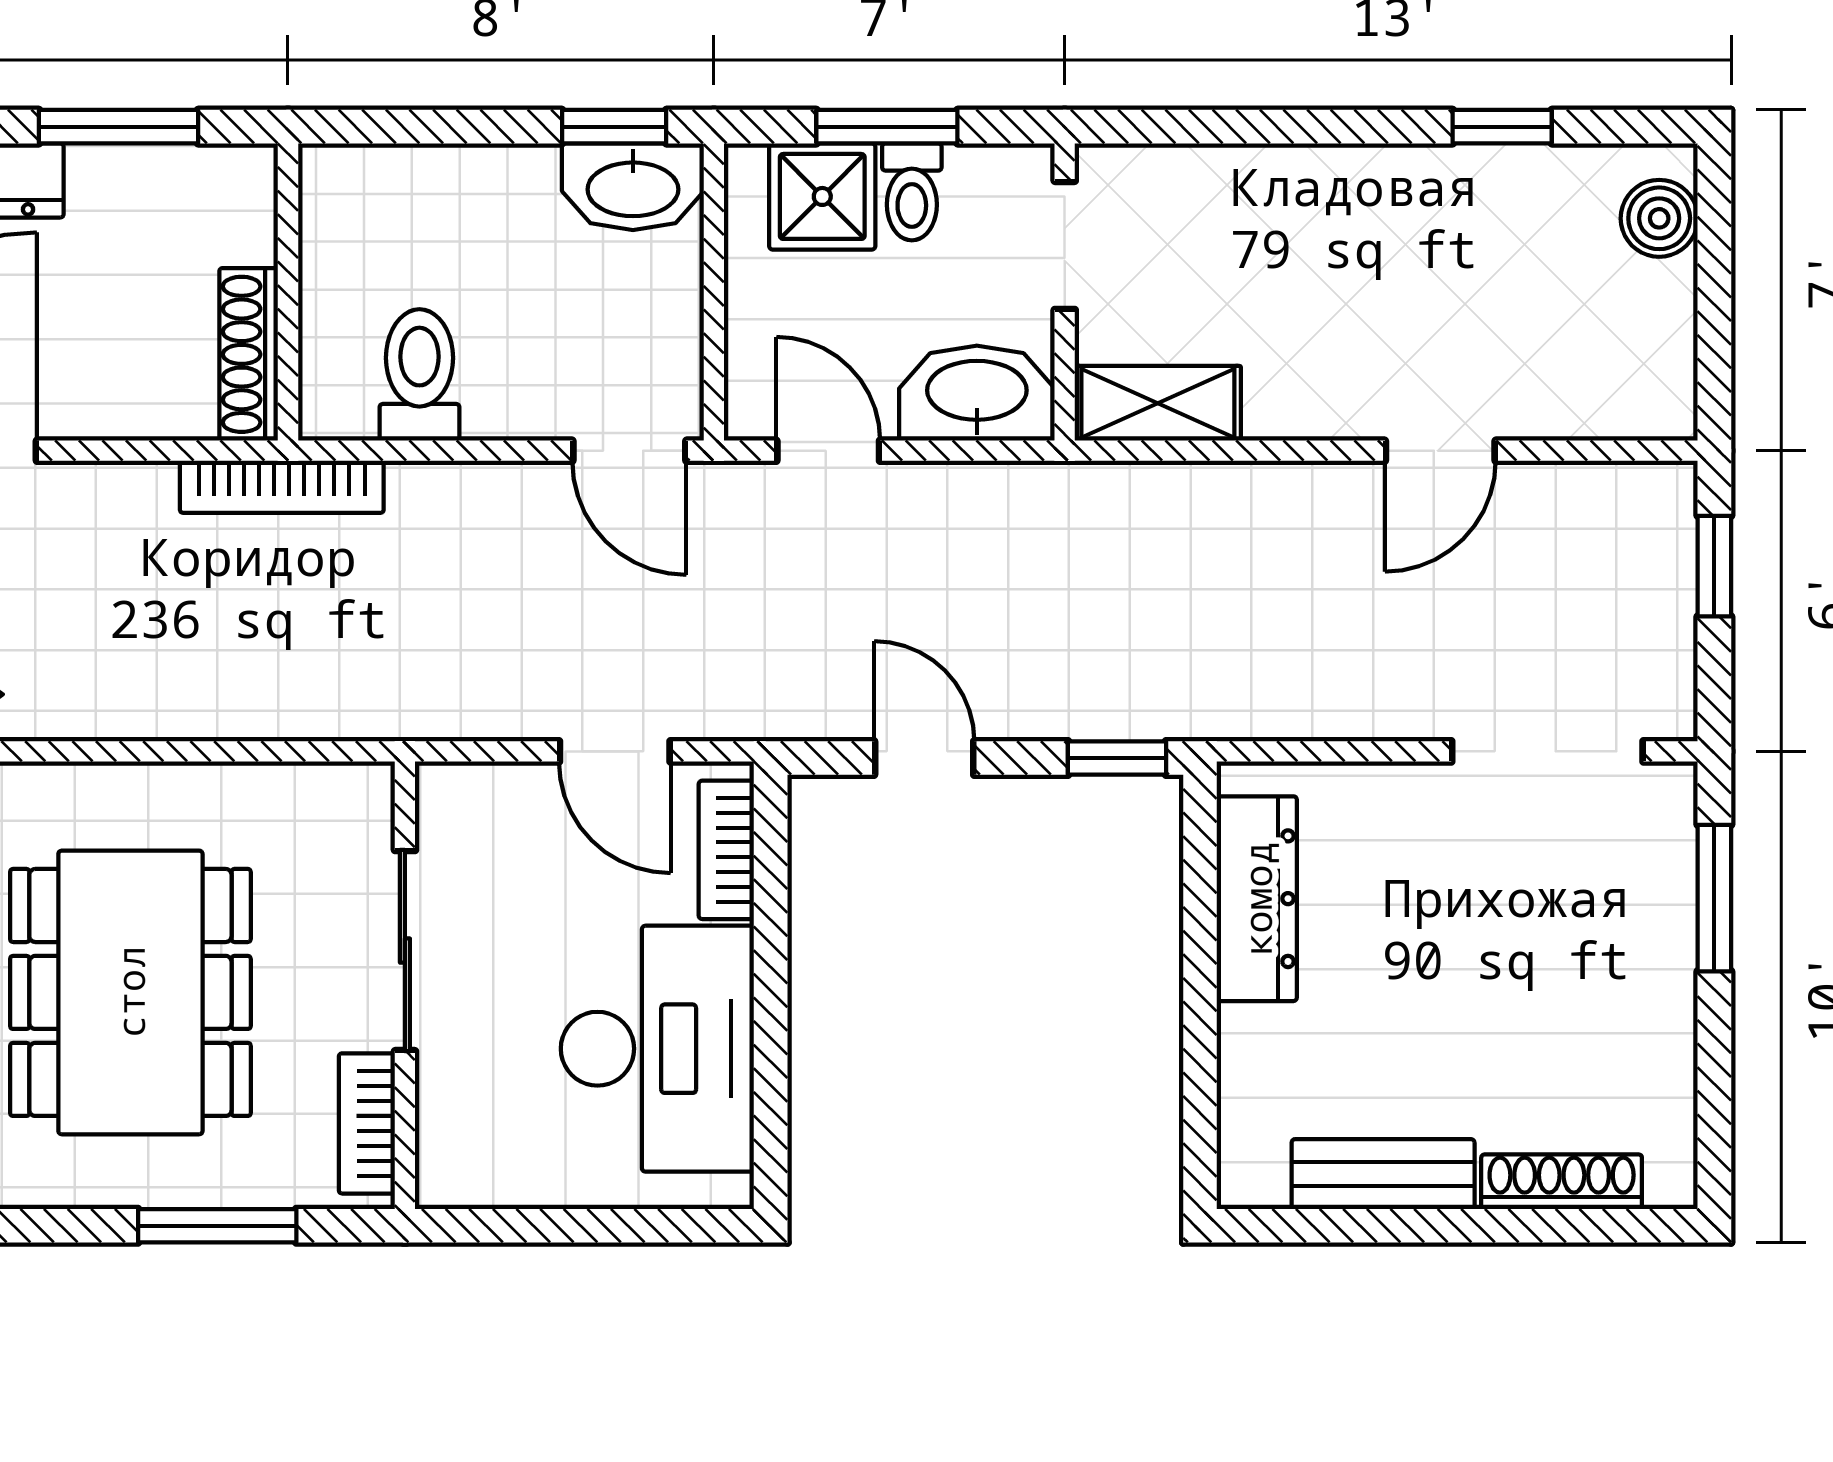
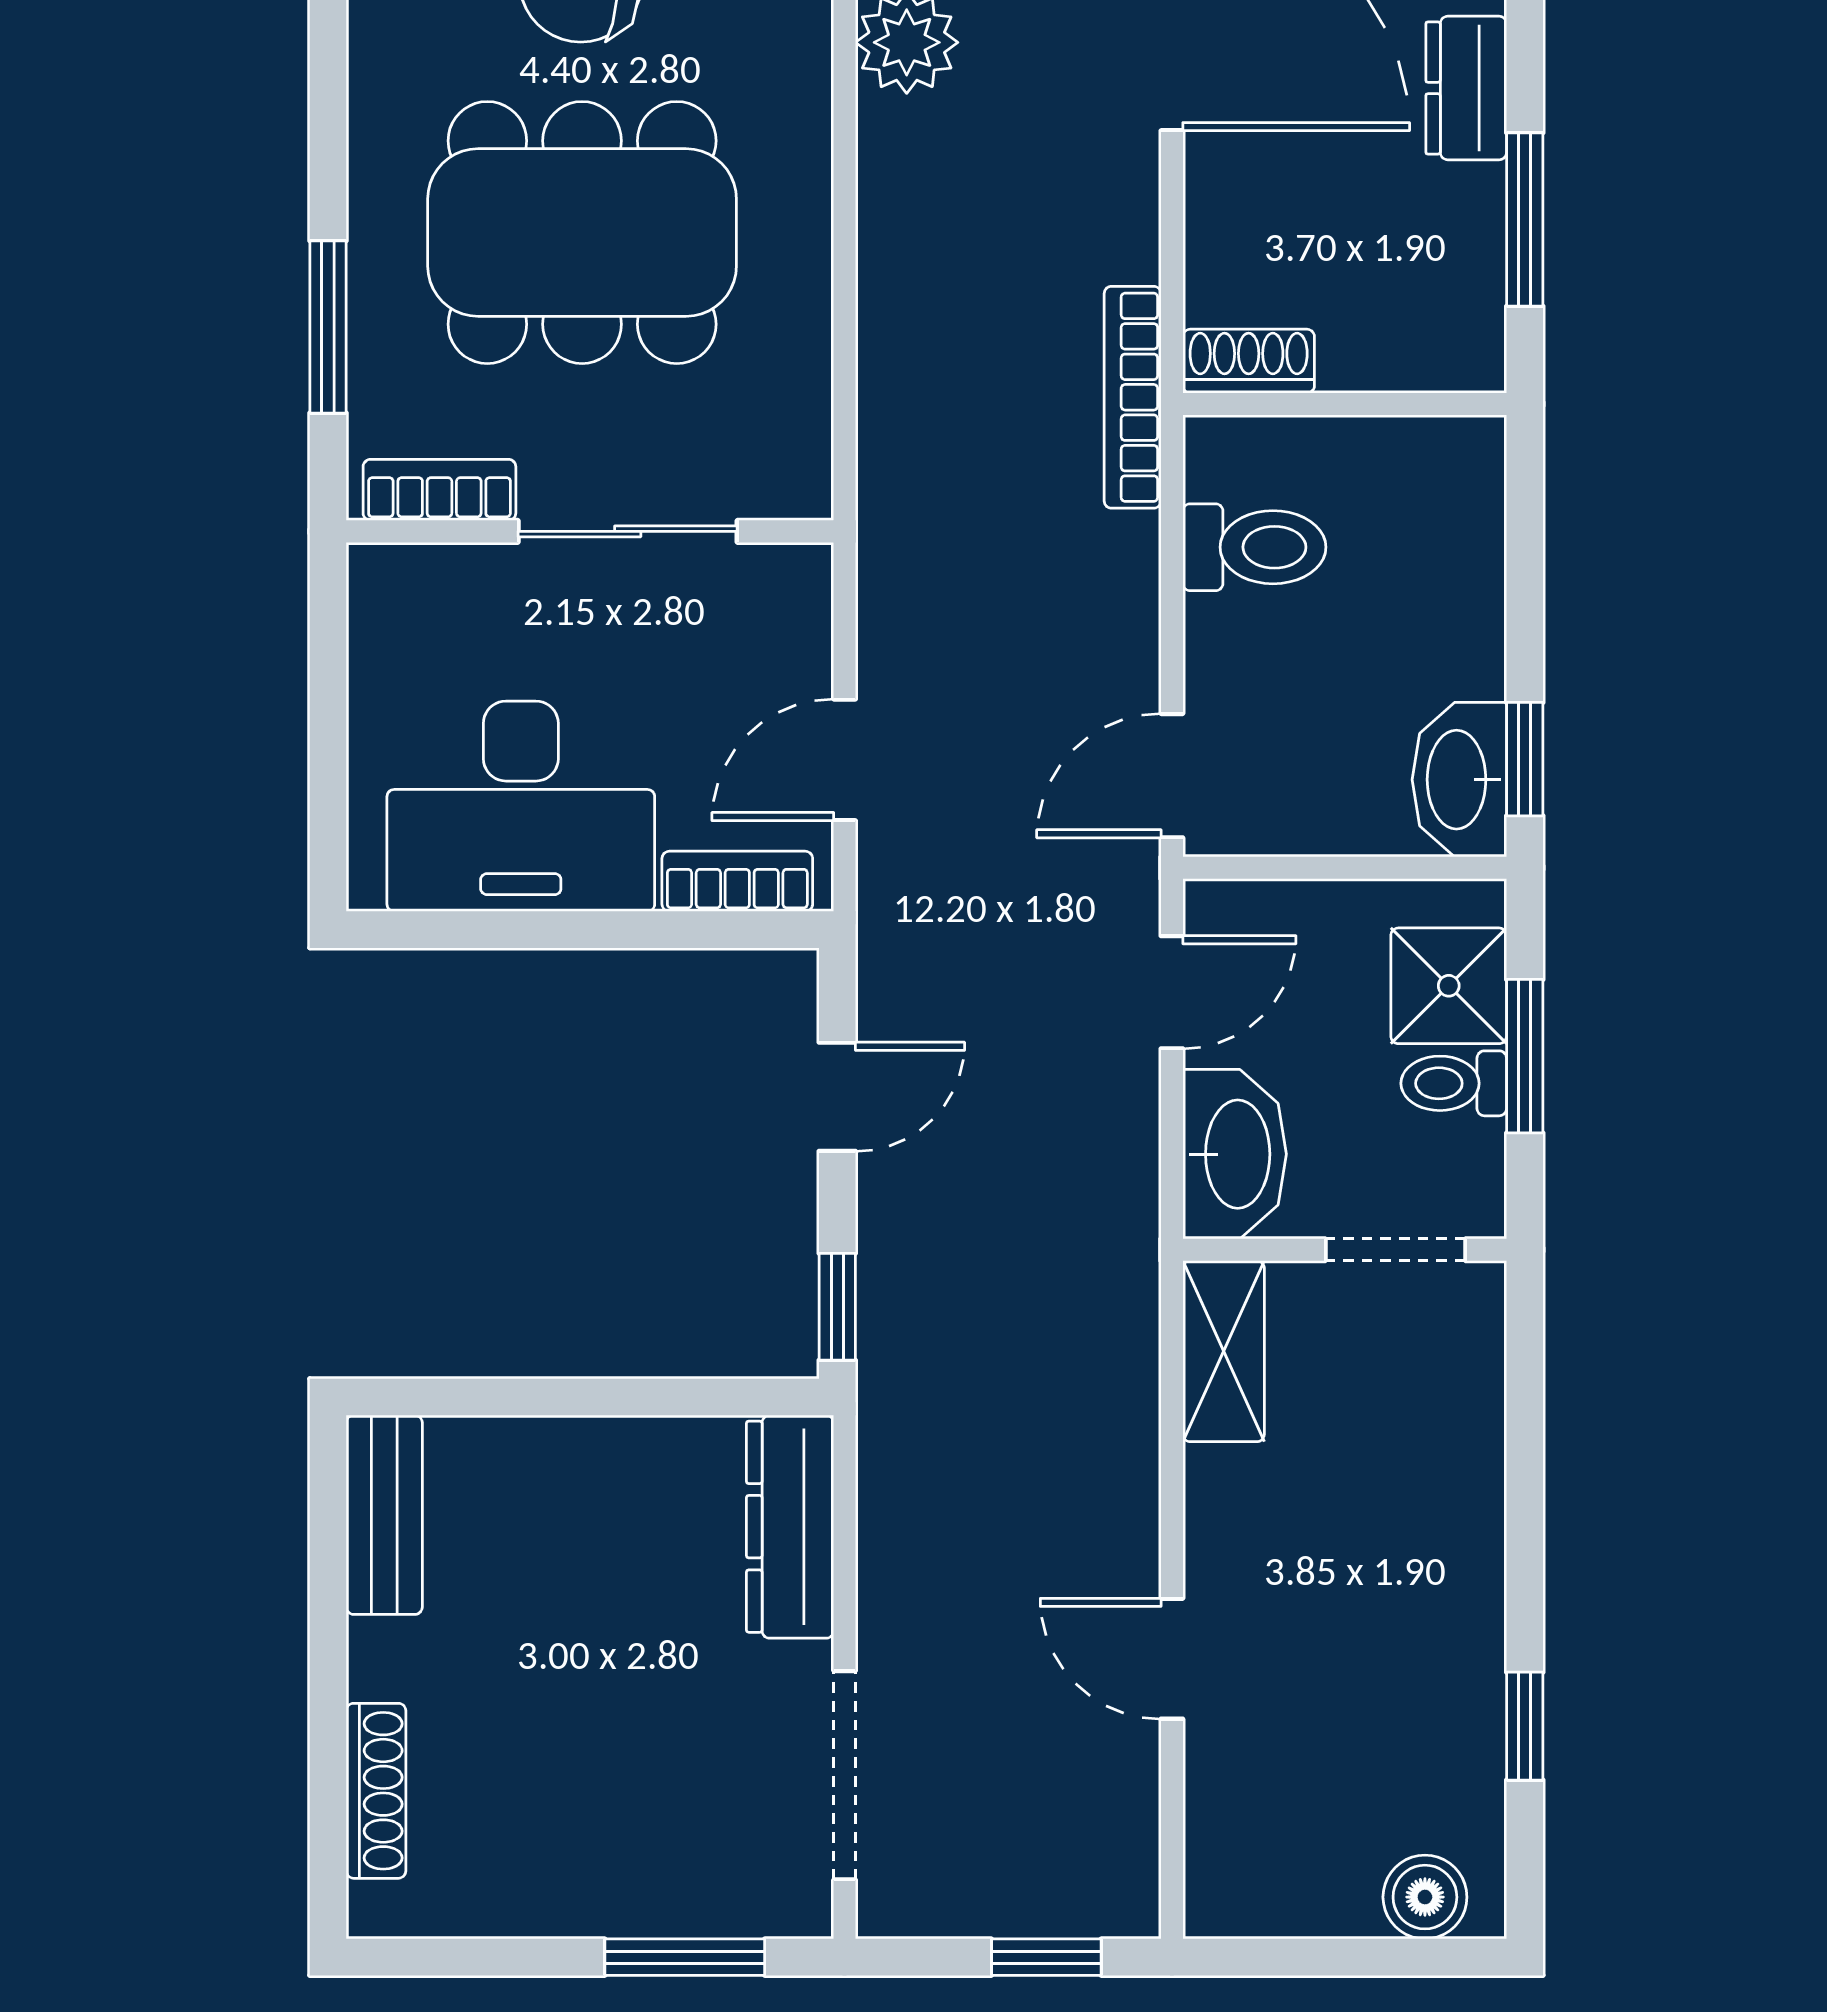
shoe rack: (249, 354) -> (1249, 361), width x0.70
dresser: (1257, 899) -> (790, 1527), moved, turned 90
bench: (1383, 1174) -> (384, 1515), moved

